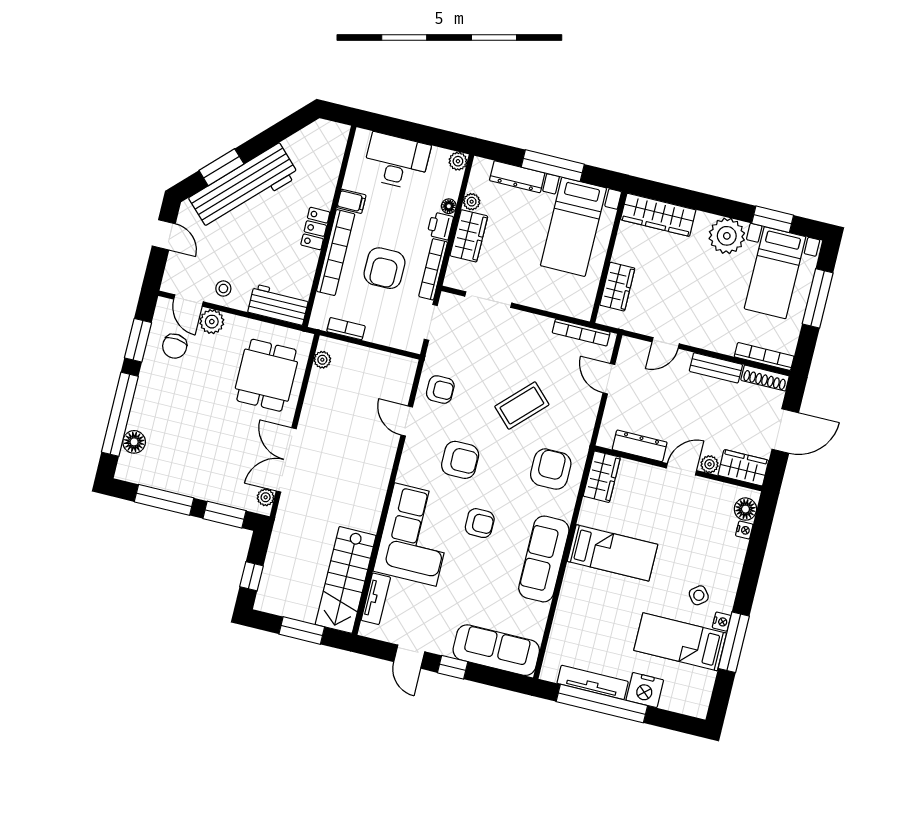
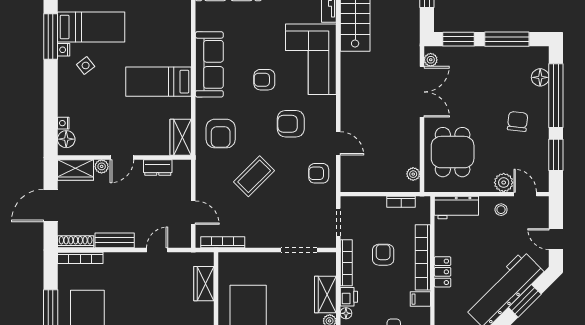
armchair: (384, 268) -> (383, 255), width x0.72, depth x0.72
chair: (175, 346) -> (518, 121), moved
dresser: (640, 446) -> (158, 167), width x0.70

